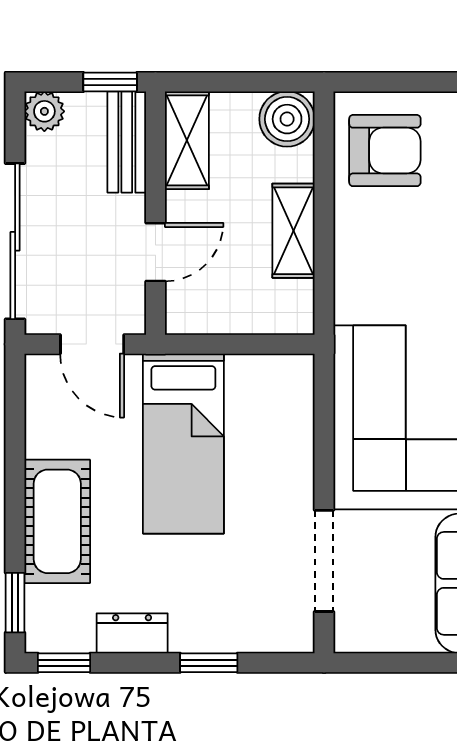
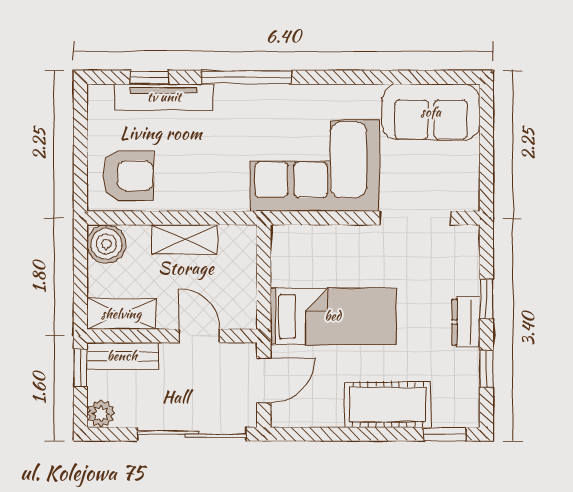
armchair: (385, 151) -> (128, 176), turned 90
dresser: (132, 633) -> (466, 322), moved
window: (64, 663) -> (486, 369), moved

